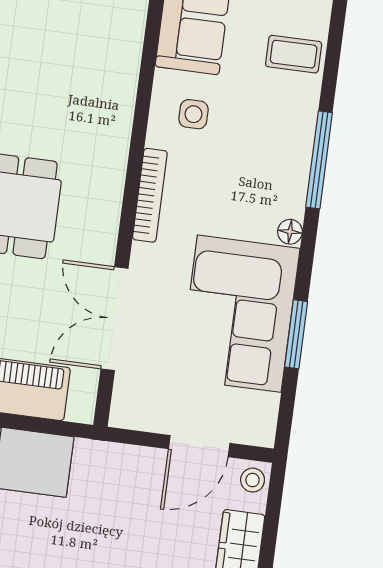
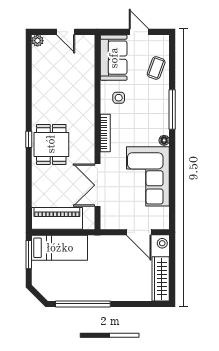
coffee table: (294, 54) -> (156, 68), turned -70
window: (296, 334) -> (172, 182), removed
door: (199, 446) -> (139, 232), hinge flipped

